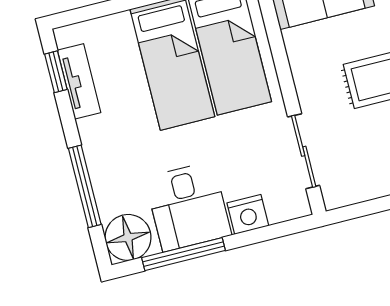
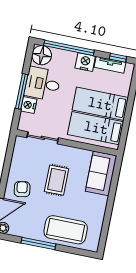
nightstand: (99, 137) -> (85, 62), added
window: (85, 186) -> (69, 48), width x1.46
window: (183, 254) -> (22, 91), moved

